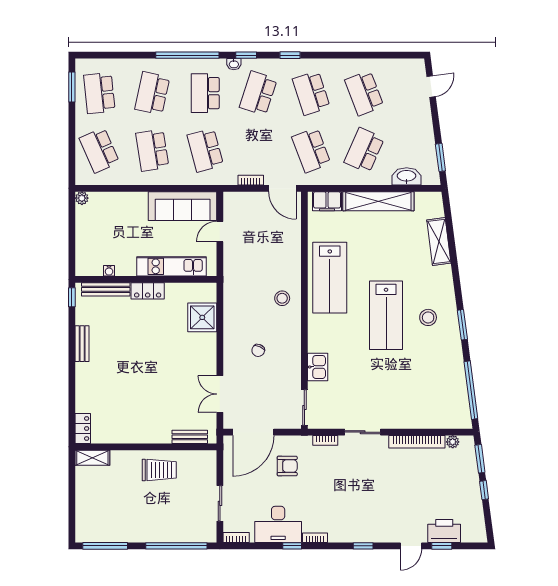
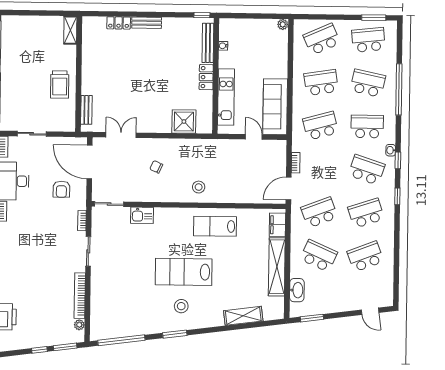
window: (187, 55) -> (399, 89), moved
lab bench: (330, 278) -> (215, 226), width x0.73, depth x0.72
bench: (82, 344) -> (147, 23), moved
locker: (83, 428) -> (119, 23), moved

